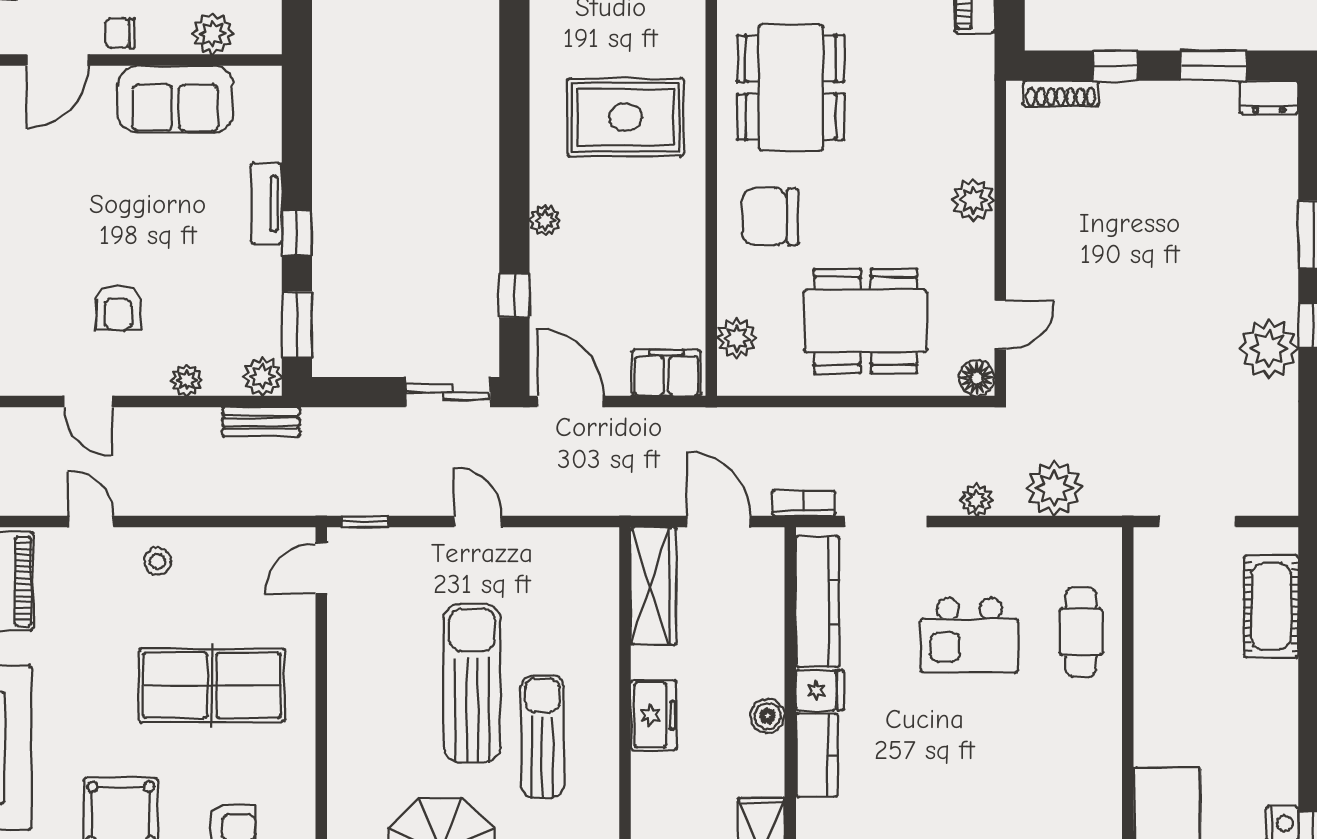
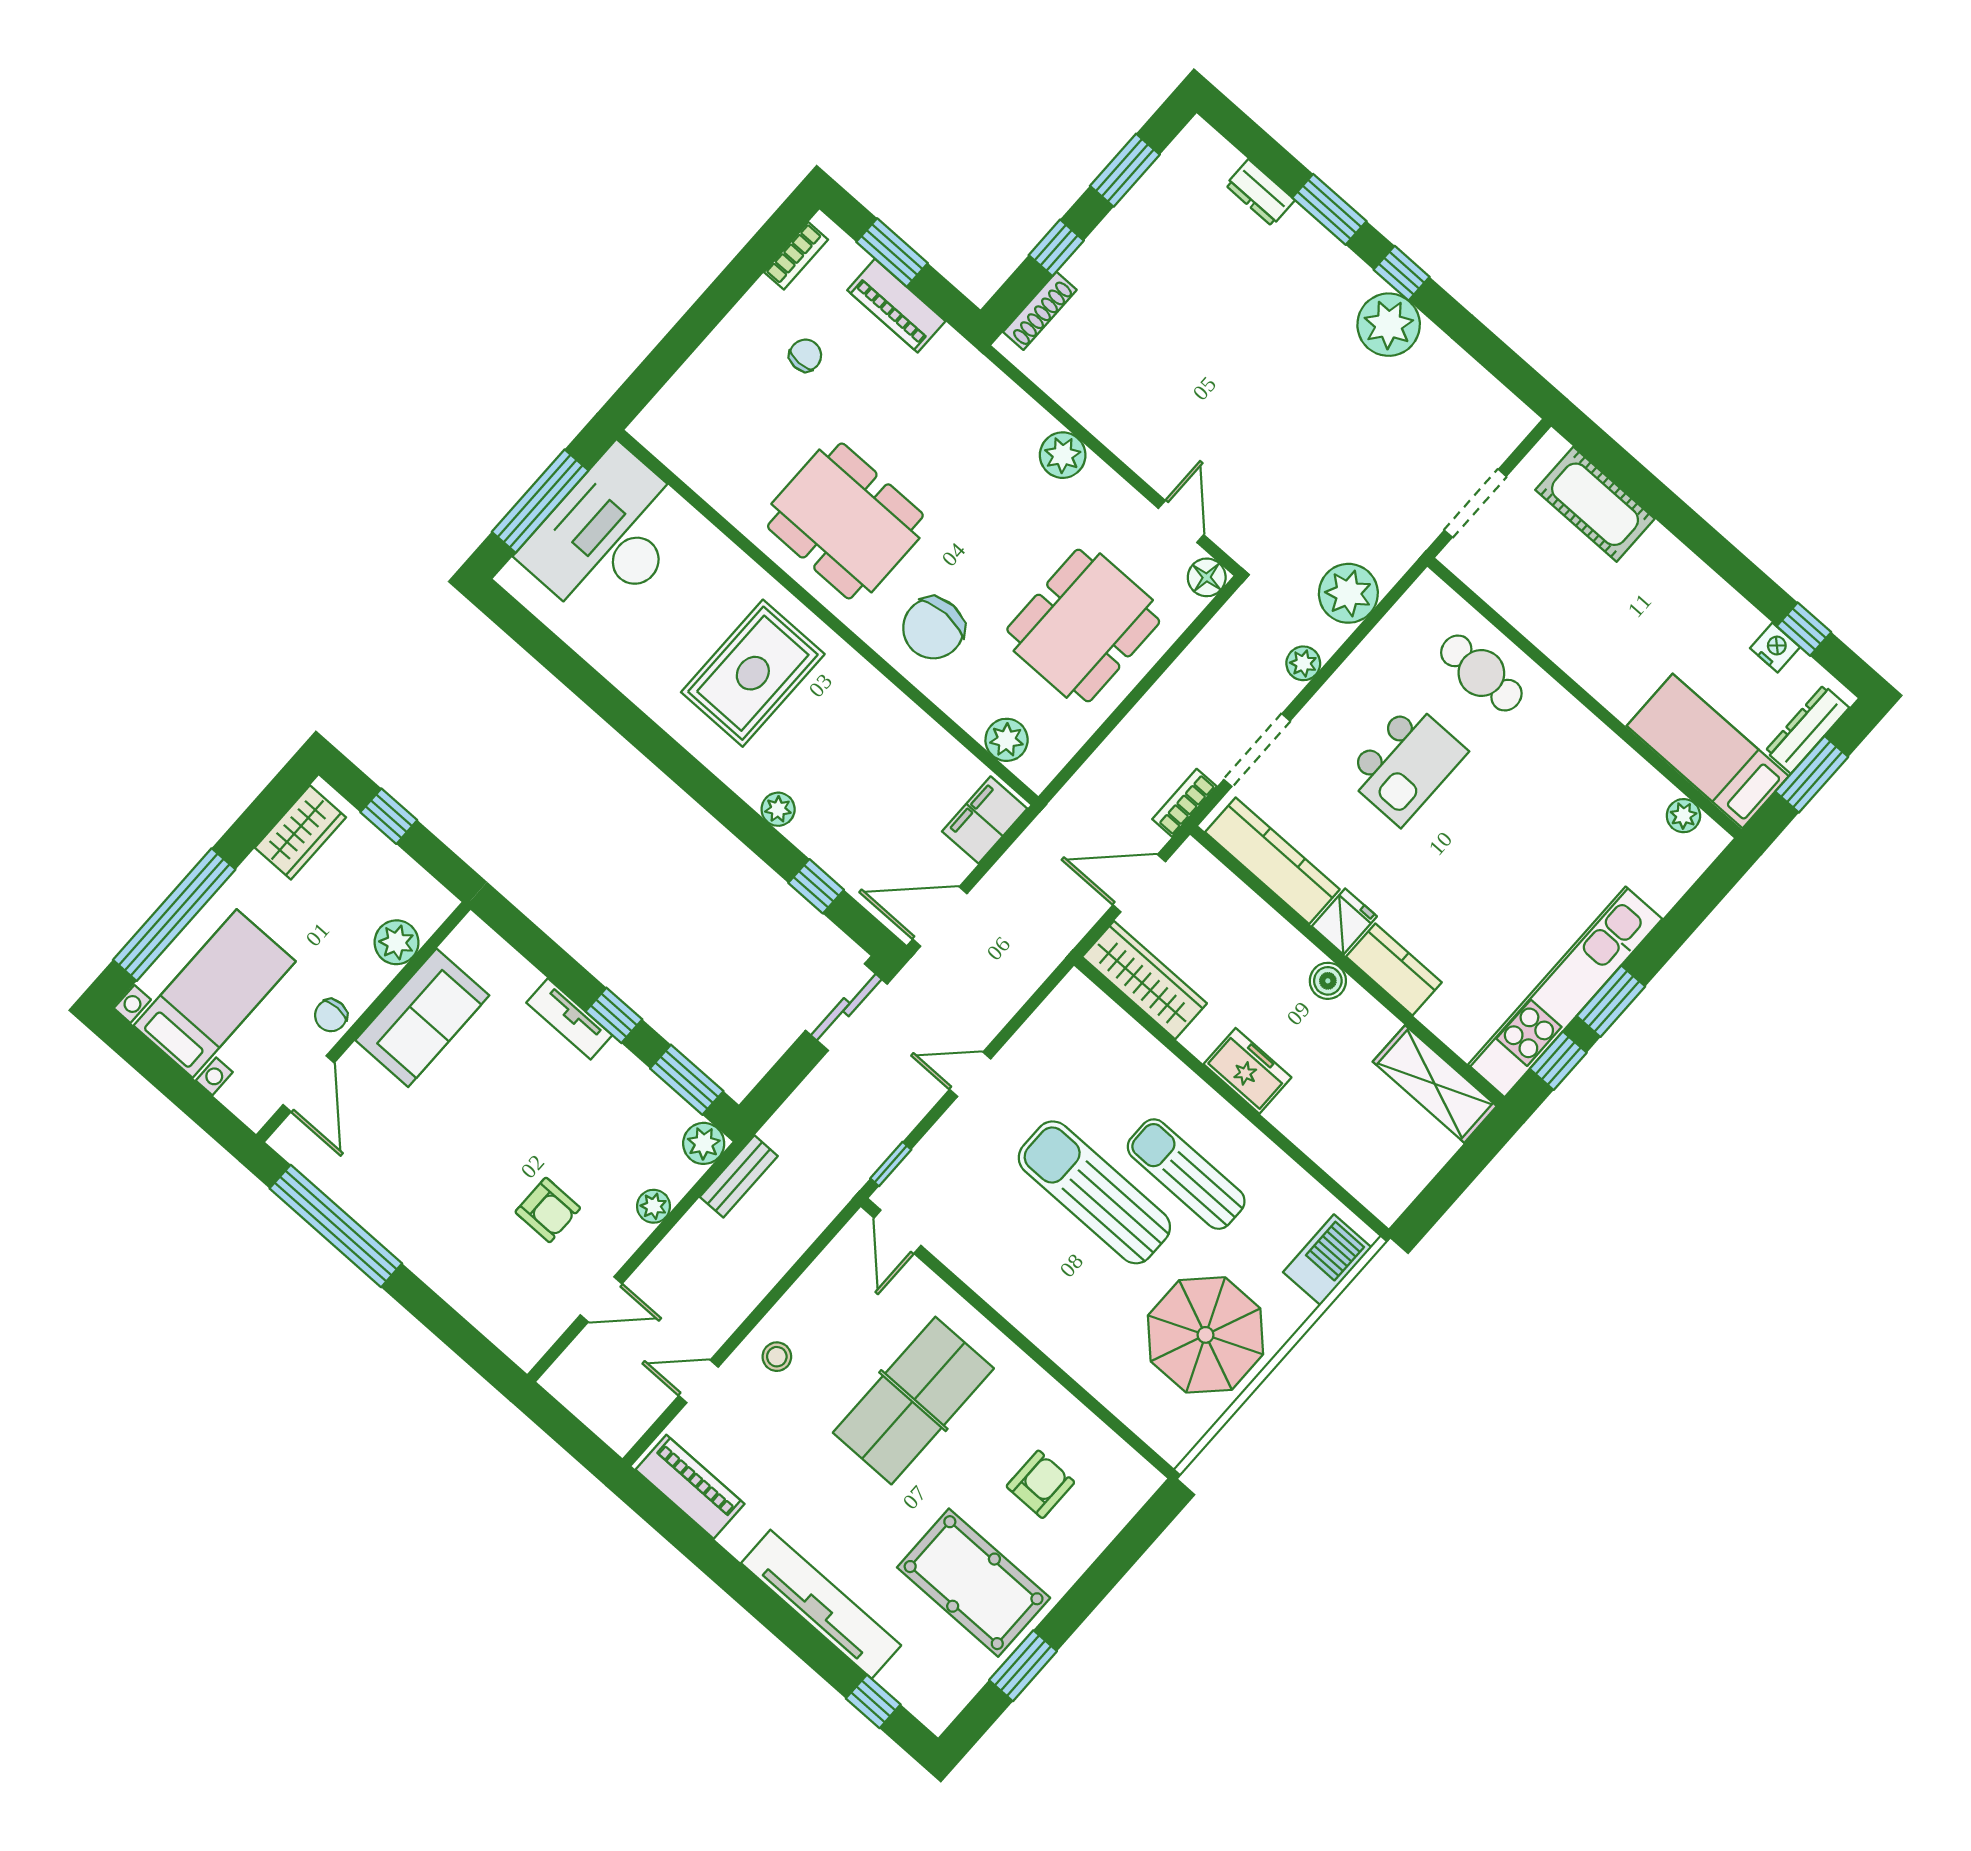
dresser: (1269, 97) -> (1260, 193), moved, turned 90

